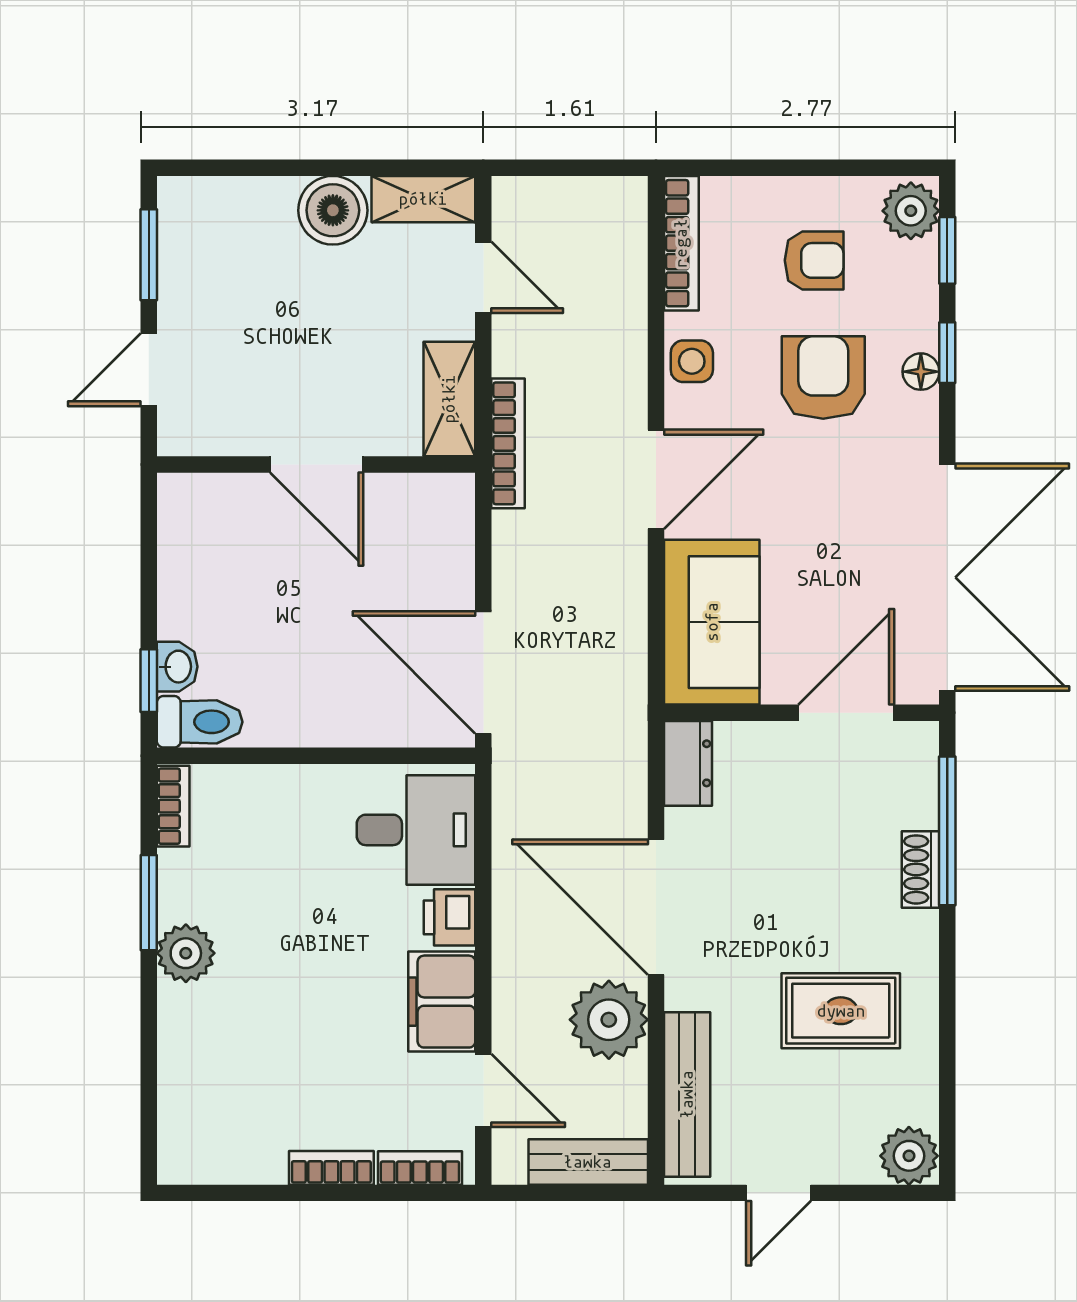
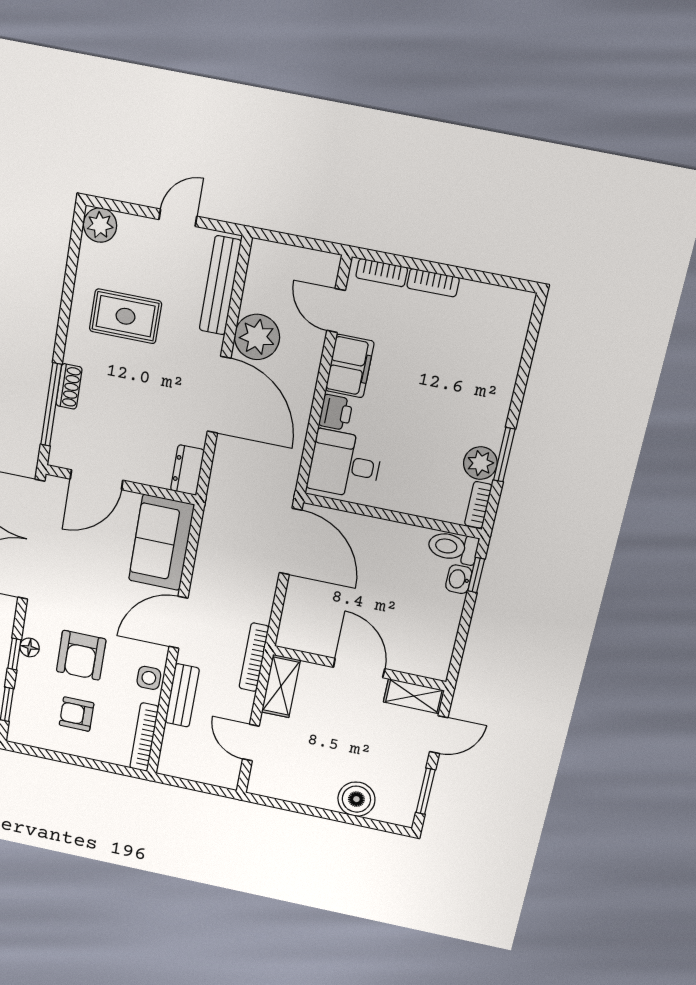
shelving: (423, 199) -> (414, 696), moved
boiler: (333, 210) -> (356, 799), moved
plant: (911, 211) -> (23, 728), removed
plant: (186, 953) -> (480, 463), moved
bench: (588, 1162) -> (182, 695), moved, turned 90

